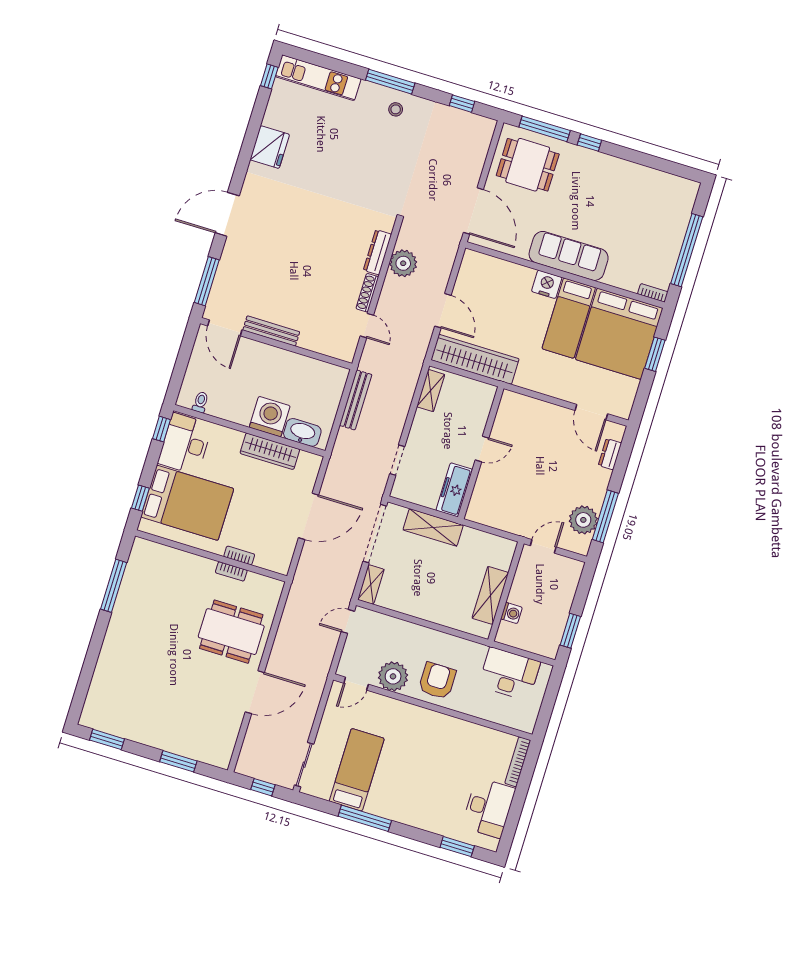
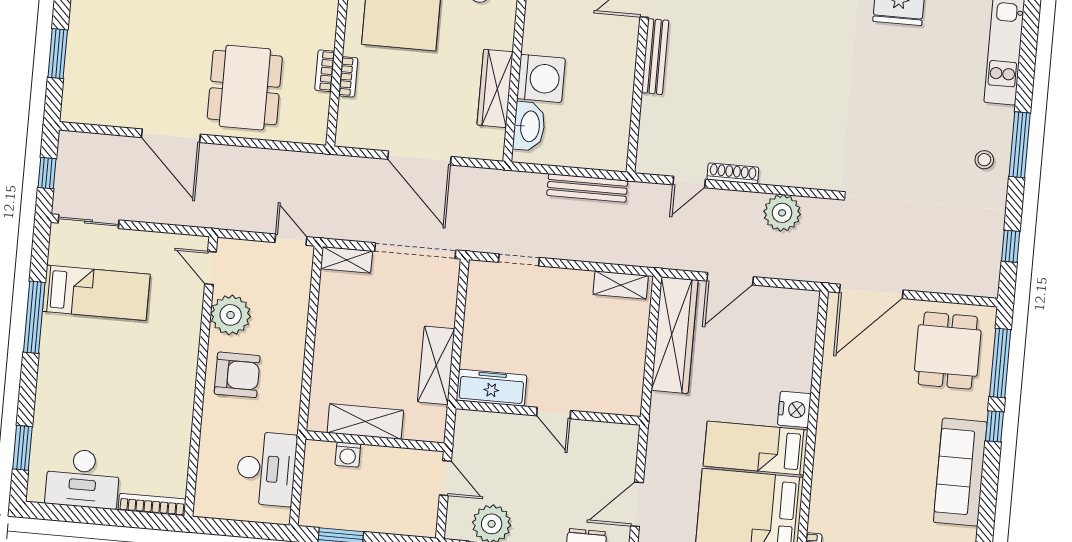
dresser: (378, 252) -> (789, 176), removed
sofa: (569, 256) -> (960, 472), moved, turned 180
door: (482, 449) -> (554, 413), moved
wall: (481, 453) -> (548, 413), moved
freezer: (454, 490) -> (492, 388), moved
shelving: (433, 527) -> (436, 365), moved

